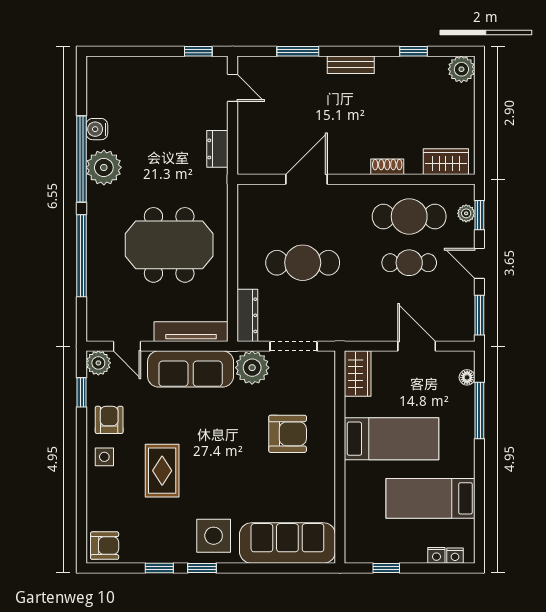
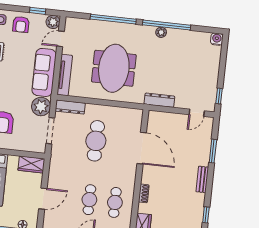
water cooler: (97, 129) -> (217, 39), moved
dresser: (217, 149) -> (159, 100), width x1.44
plant: (104, 167) -> (161, 32), width x0.53, depth x0.53
door: (307, 179) -> (142, 148), width x1.36
cafe table: (409, 216) -> (115, 202), width x0.73, depth x0.74
armchair: (109, 420) -> (21, 24), turned 90

